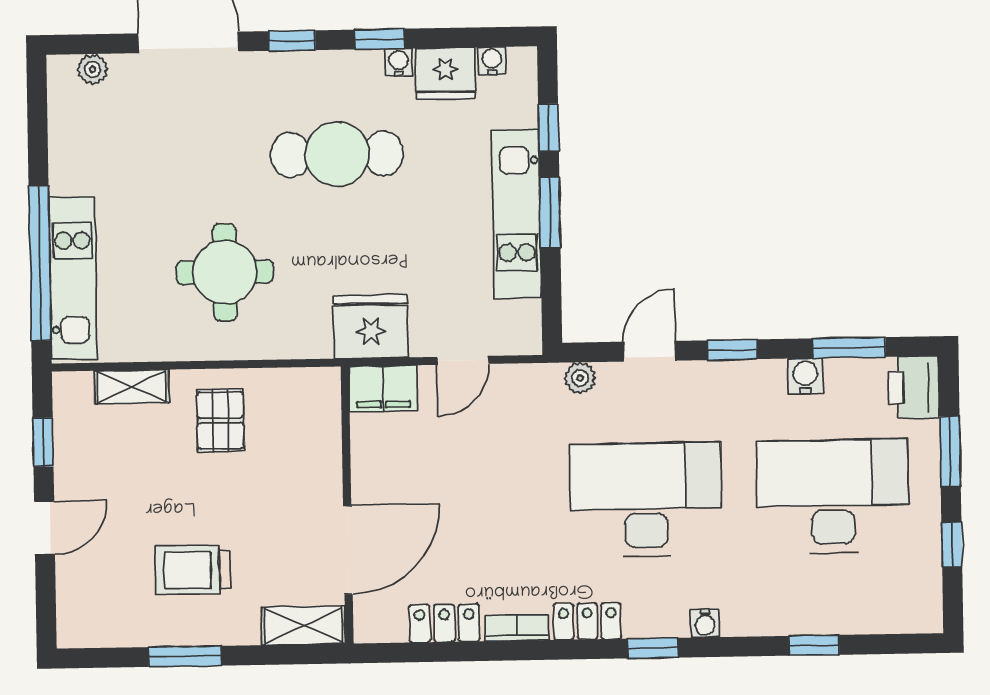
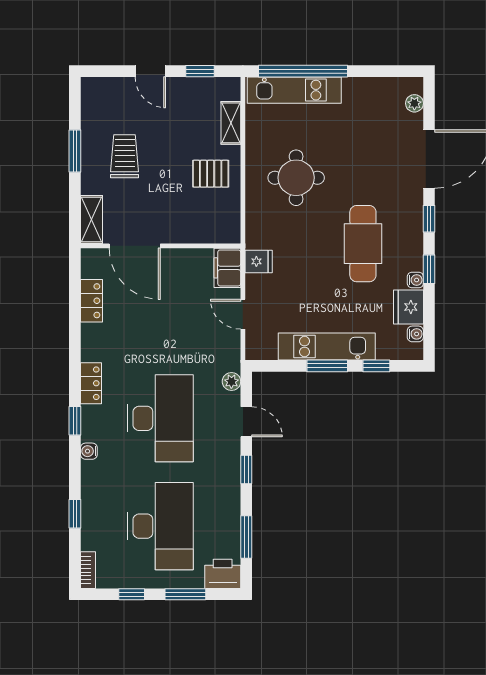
fridge: (371, 327) -> (259, 261), width x0.53, depth x0.75
water cooler: (805, 376) -> (230, 512), removed
bookcase: (517, 628) -> (88, 570), moved

